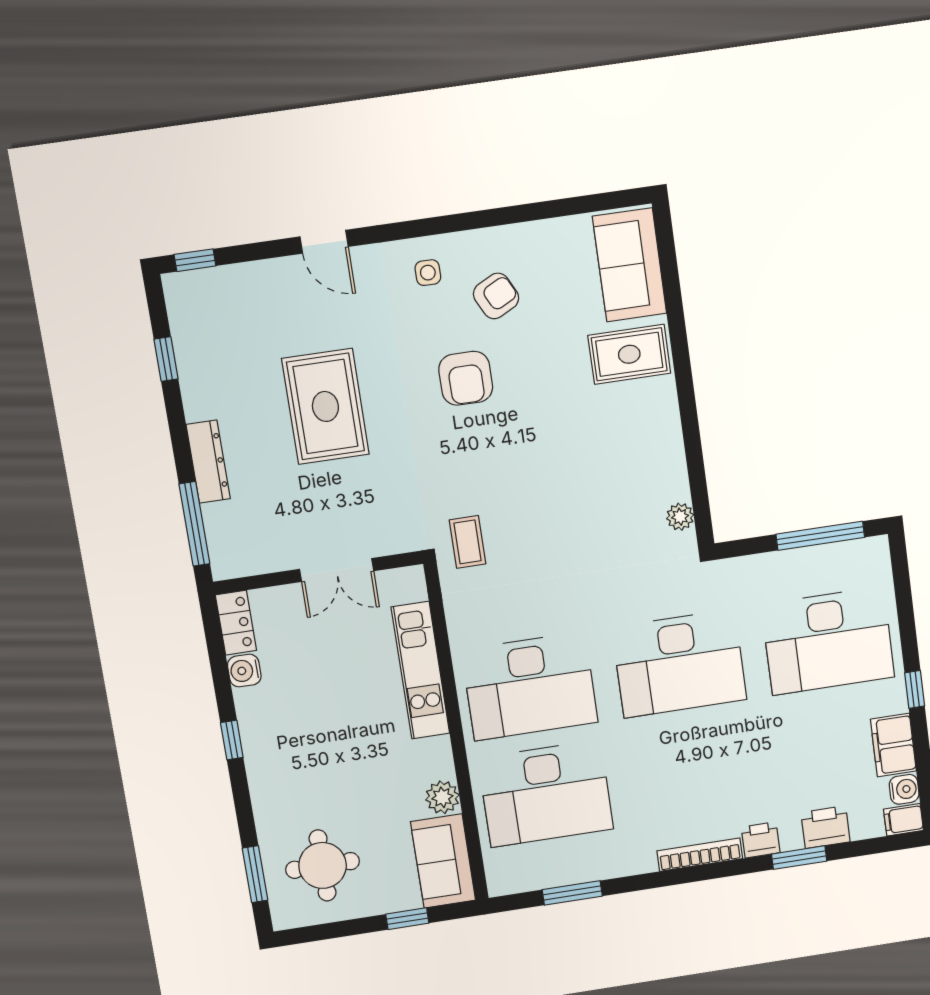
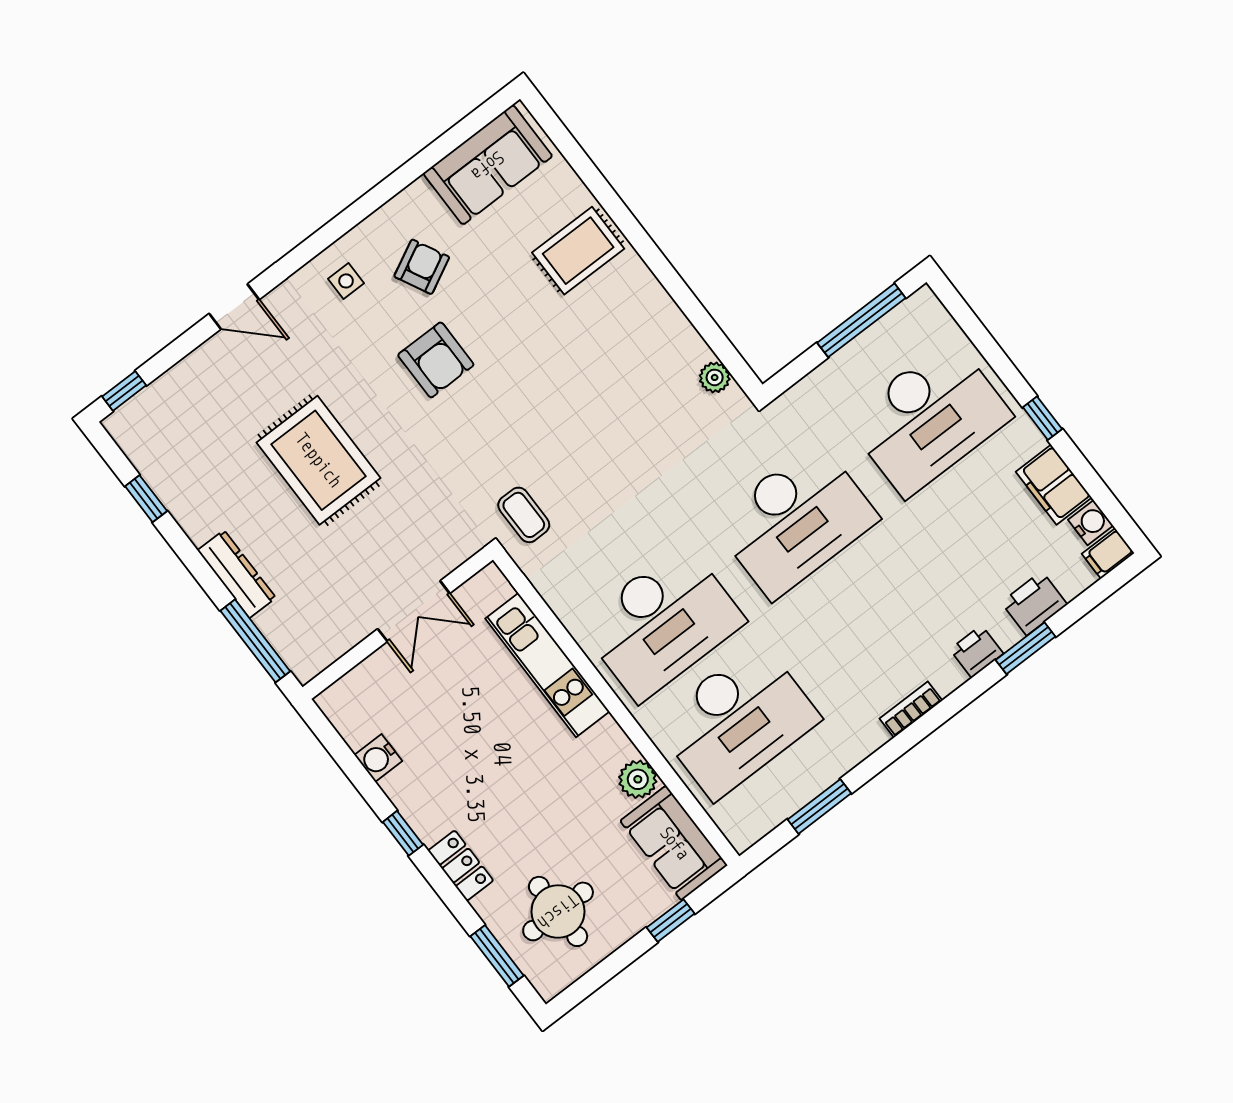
sofa: (630, 265) -> (488, 165), moved, turned -90
locker: (236, 623) -> (461, 866), moved
bookcase: (700, 855) -> (911, 709), width x0.64

